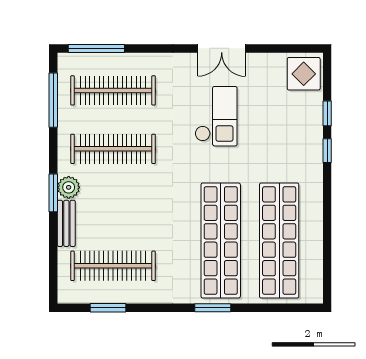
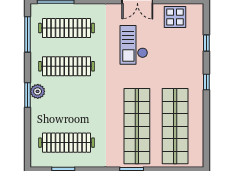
display table: (304, 74) -> (175, 17), moved
checkout: (216, 116) -> (134, 45), turned 180
window: (327, 151) -> (206, 82), moved
bench: (66, 223) -> (36, 115), removed

